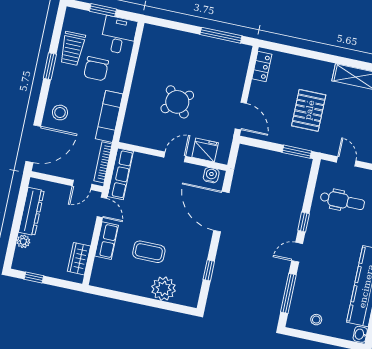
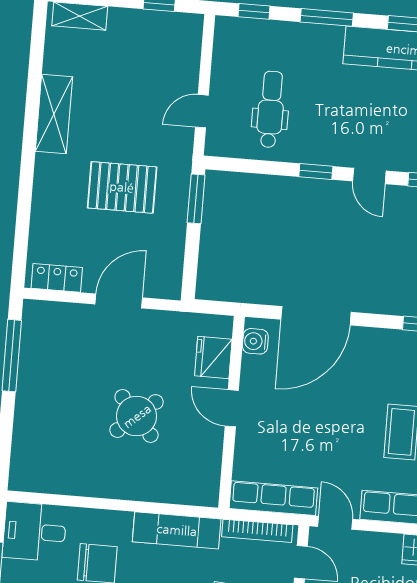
door: (241, 116) -> (119, 301), moved
door: (102, 207) -> (335, 523), hinge flipped

